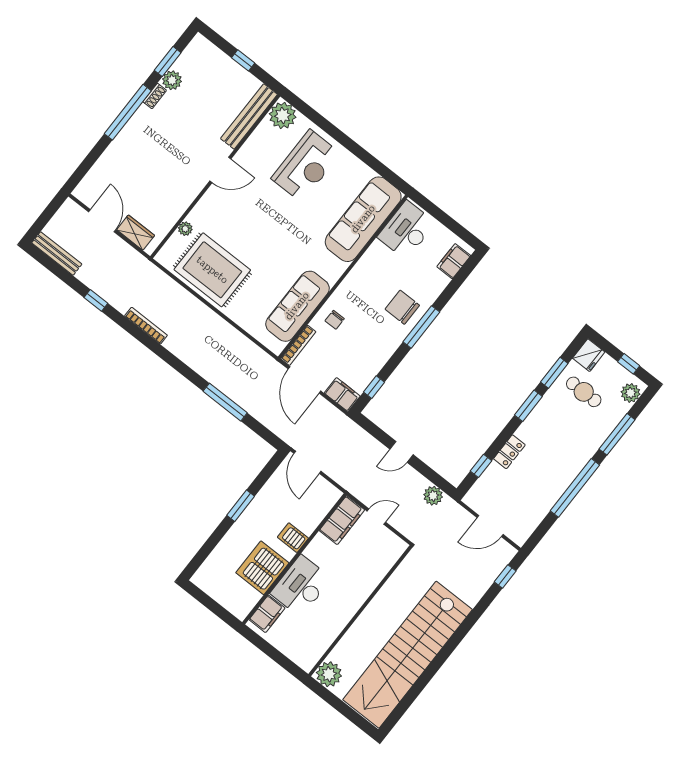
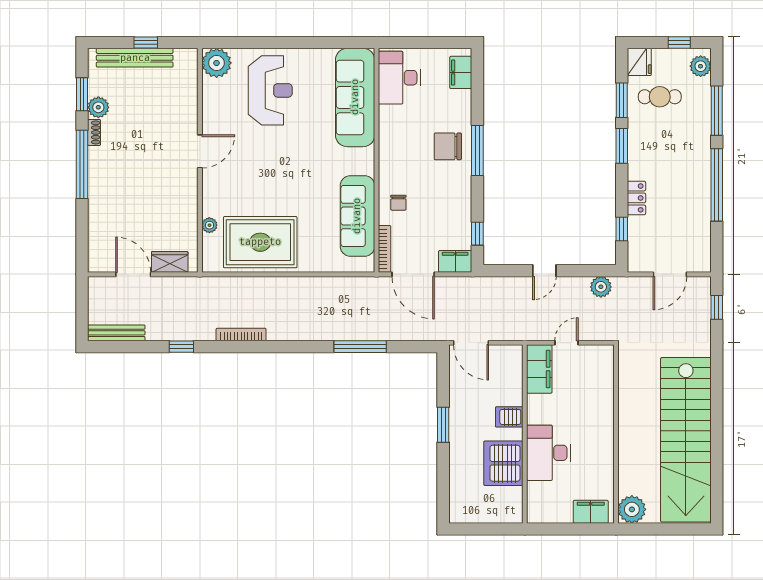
bench: (249, 116) -> (135, 58), moved, turned 90
filing cabinet: (267, 614) -> (591, 512), moved, turned -90

